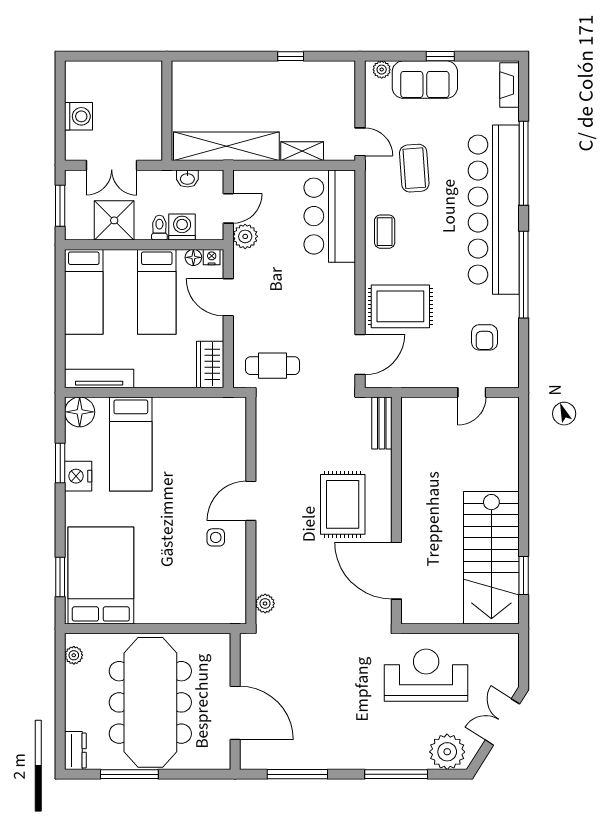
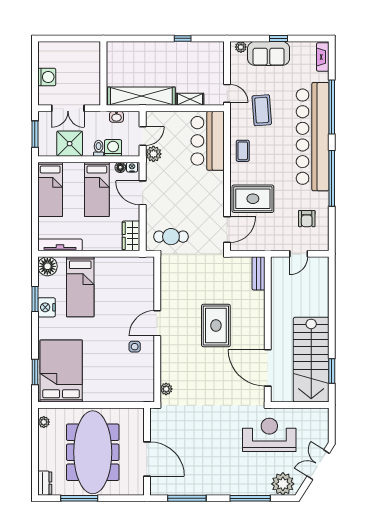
bench: (382, 423) -> (258, 273), moved
wall: (396, 511) -> (268, 329), moved
door: (396, 571) -> (268, 368), moved

